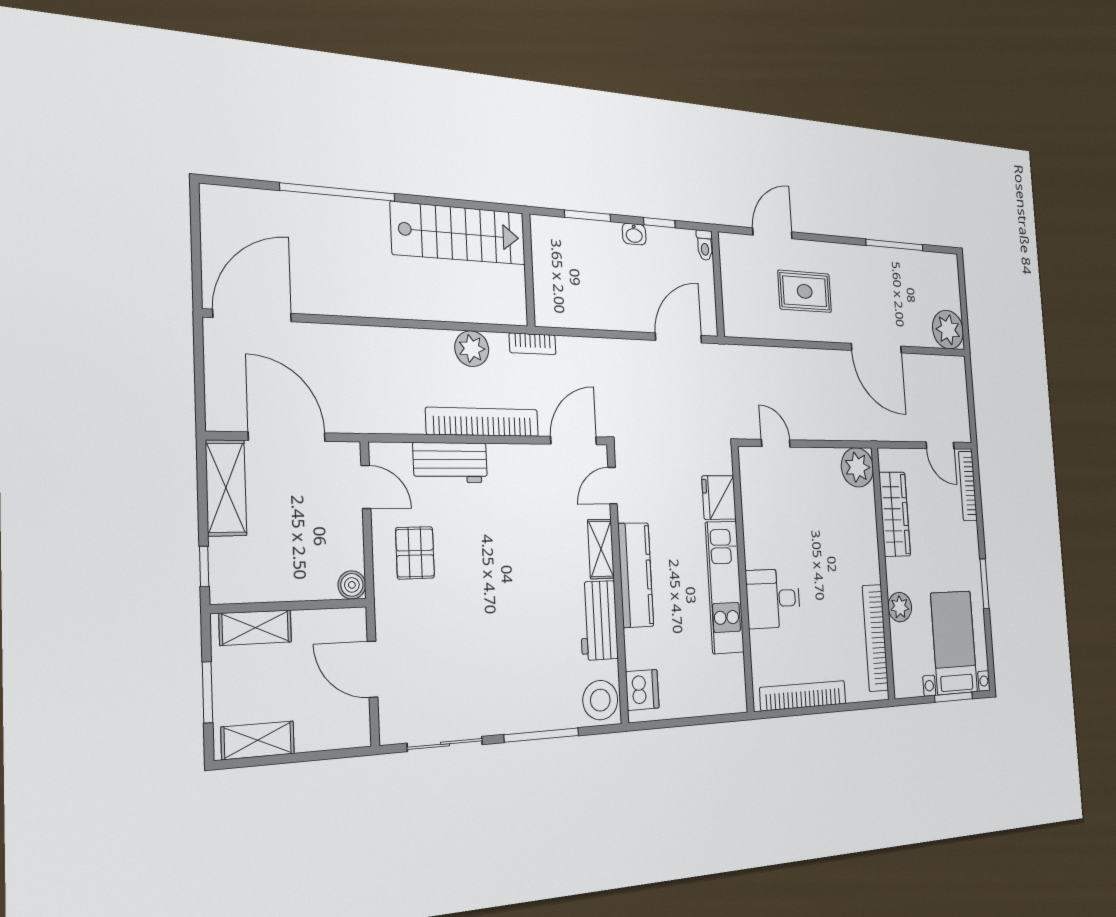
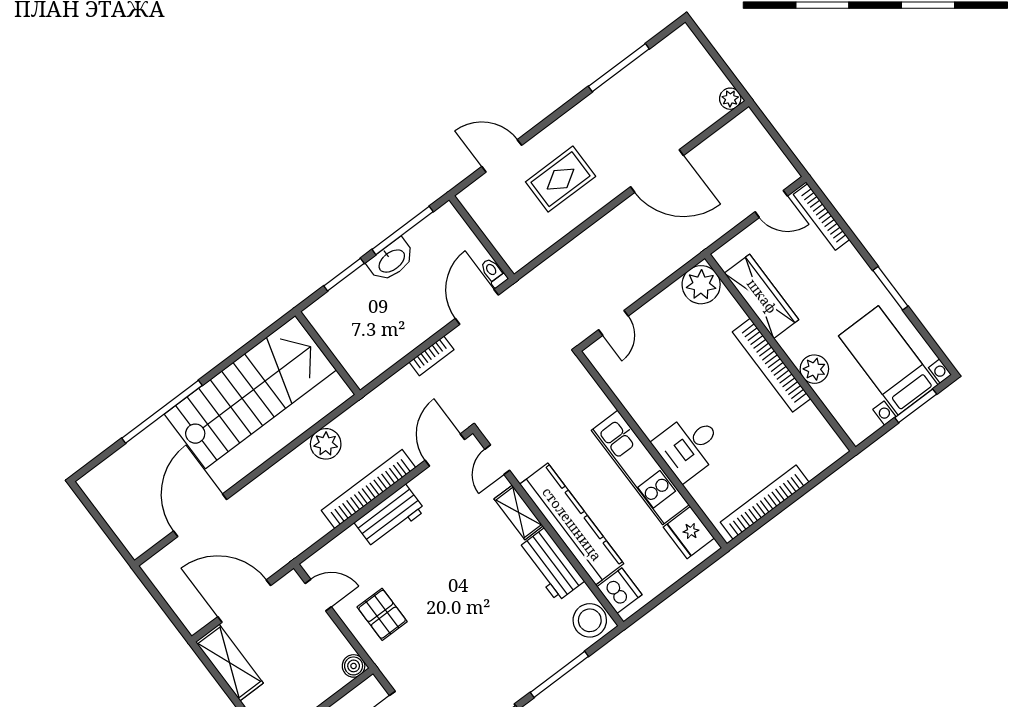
window: (659, 223) -> (403, 231), width x2.17
stairs: (459, 233) -> (250, 392), width x1.36, depth x1.51
door: (773, 233) -> (502, 156), hinge flipped
washbasin: (634, 234) -> (391, 260), width x1.91, depth x1.45
toilet: (705, 245) -> (494, 273), moved, turned 180
door: (252, 315) -> (200, 515), moved
plant: (948, 330) -> (730, 99), width x0.53, depth x0.53
bookcase: (533, 344) -> (431, 356), moved
door: (776, 443) -> (613, 323), swing flipped
workbench: (450, 463) -> (390, 516), moved
fridge: (719, 498) -> (689, 533), moved
kitchen counter: (636, 575) -> (572, 524), width x1.39, depth x1.17
bookcase: (875, 638) -> (771, 365), moved

